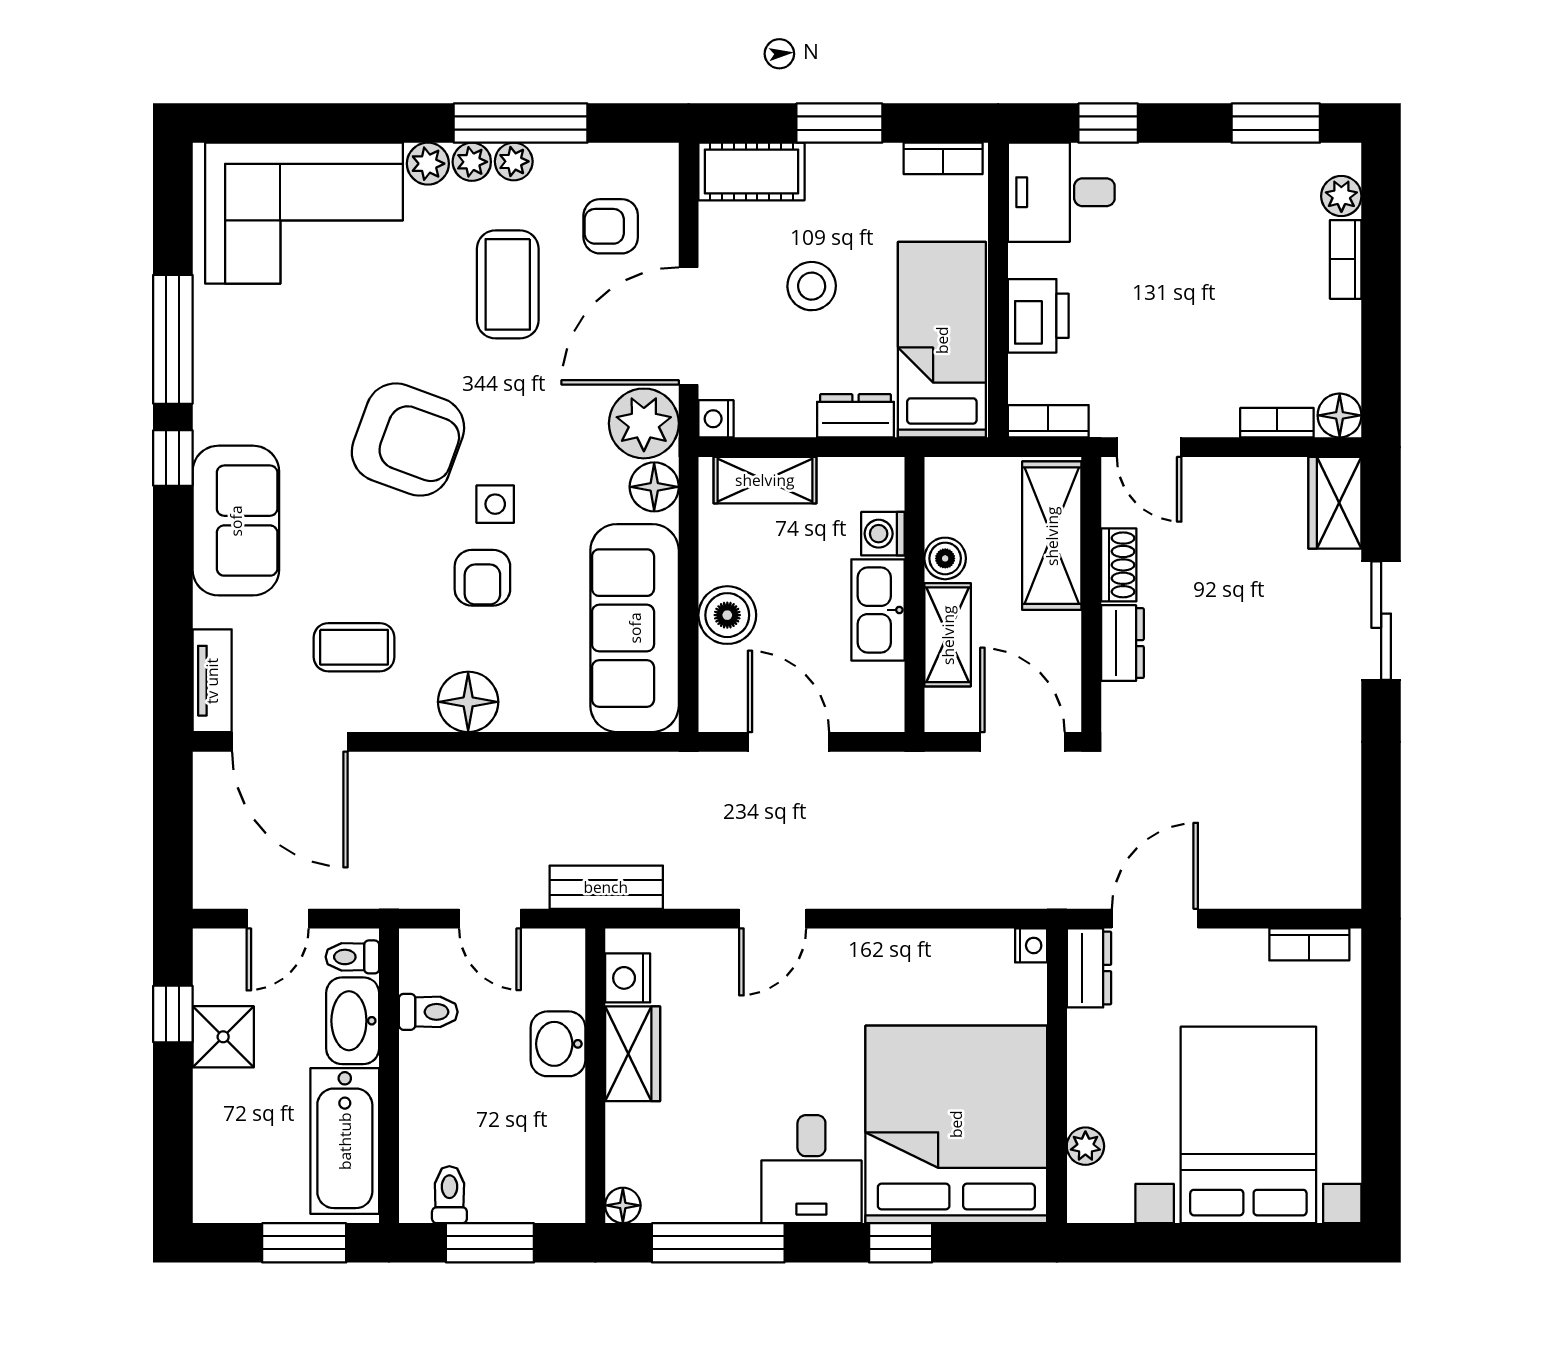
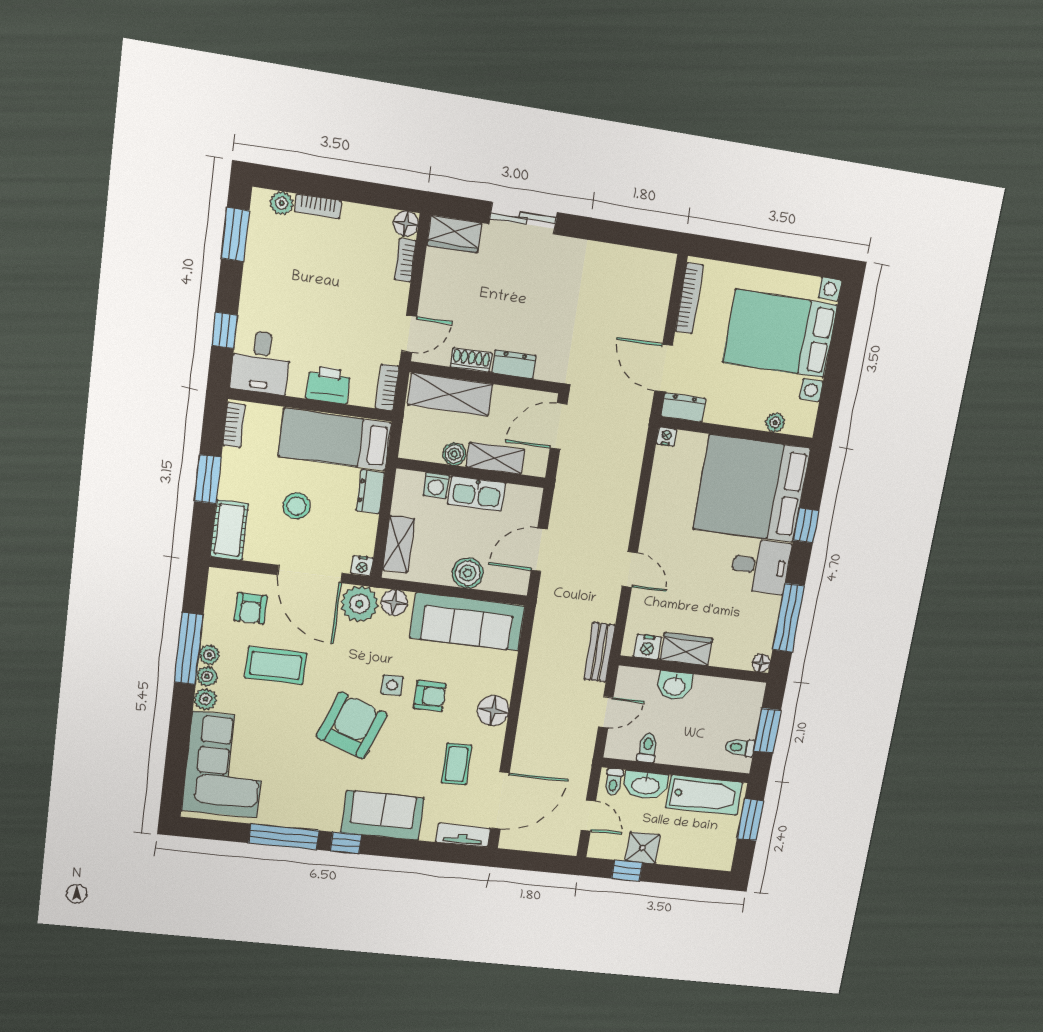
bookcase: (1309, 944) -> (689, 298), width x1.56

